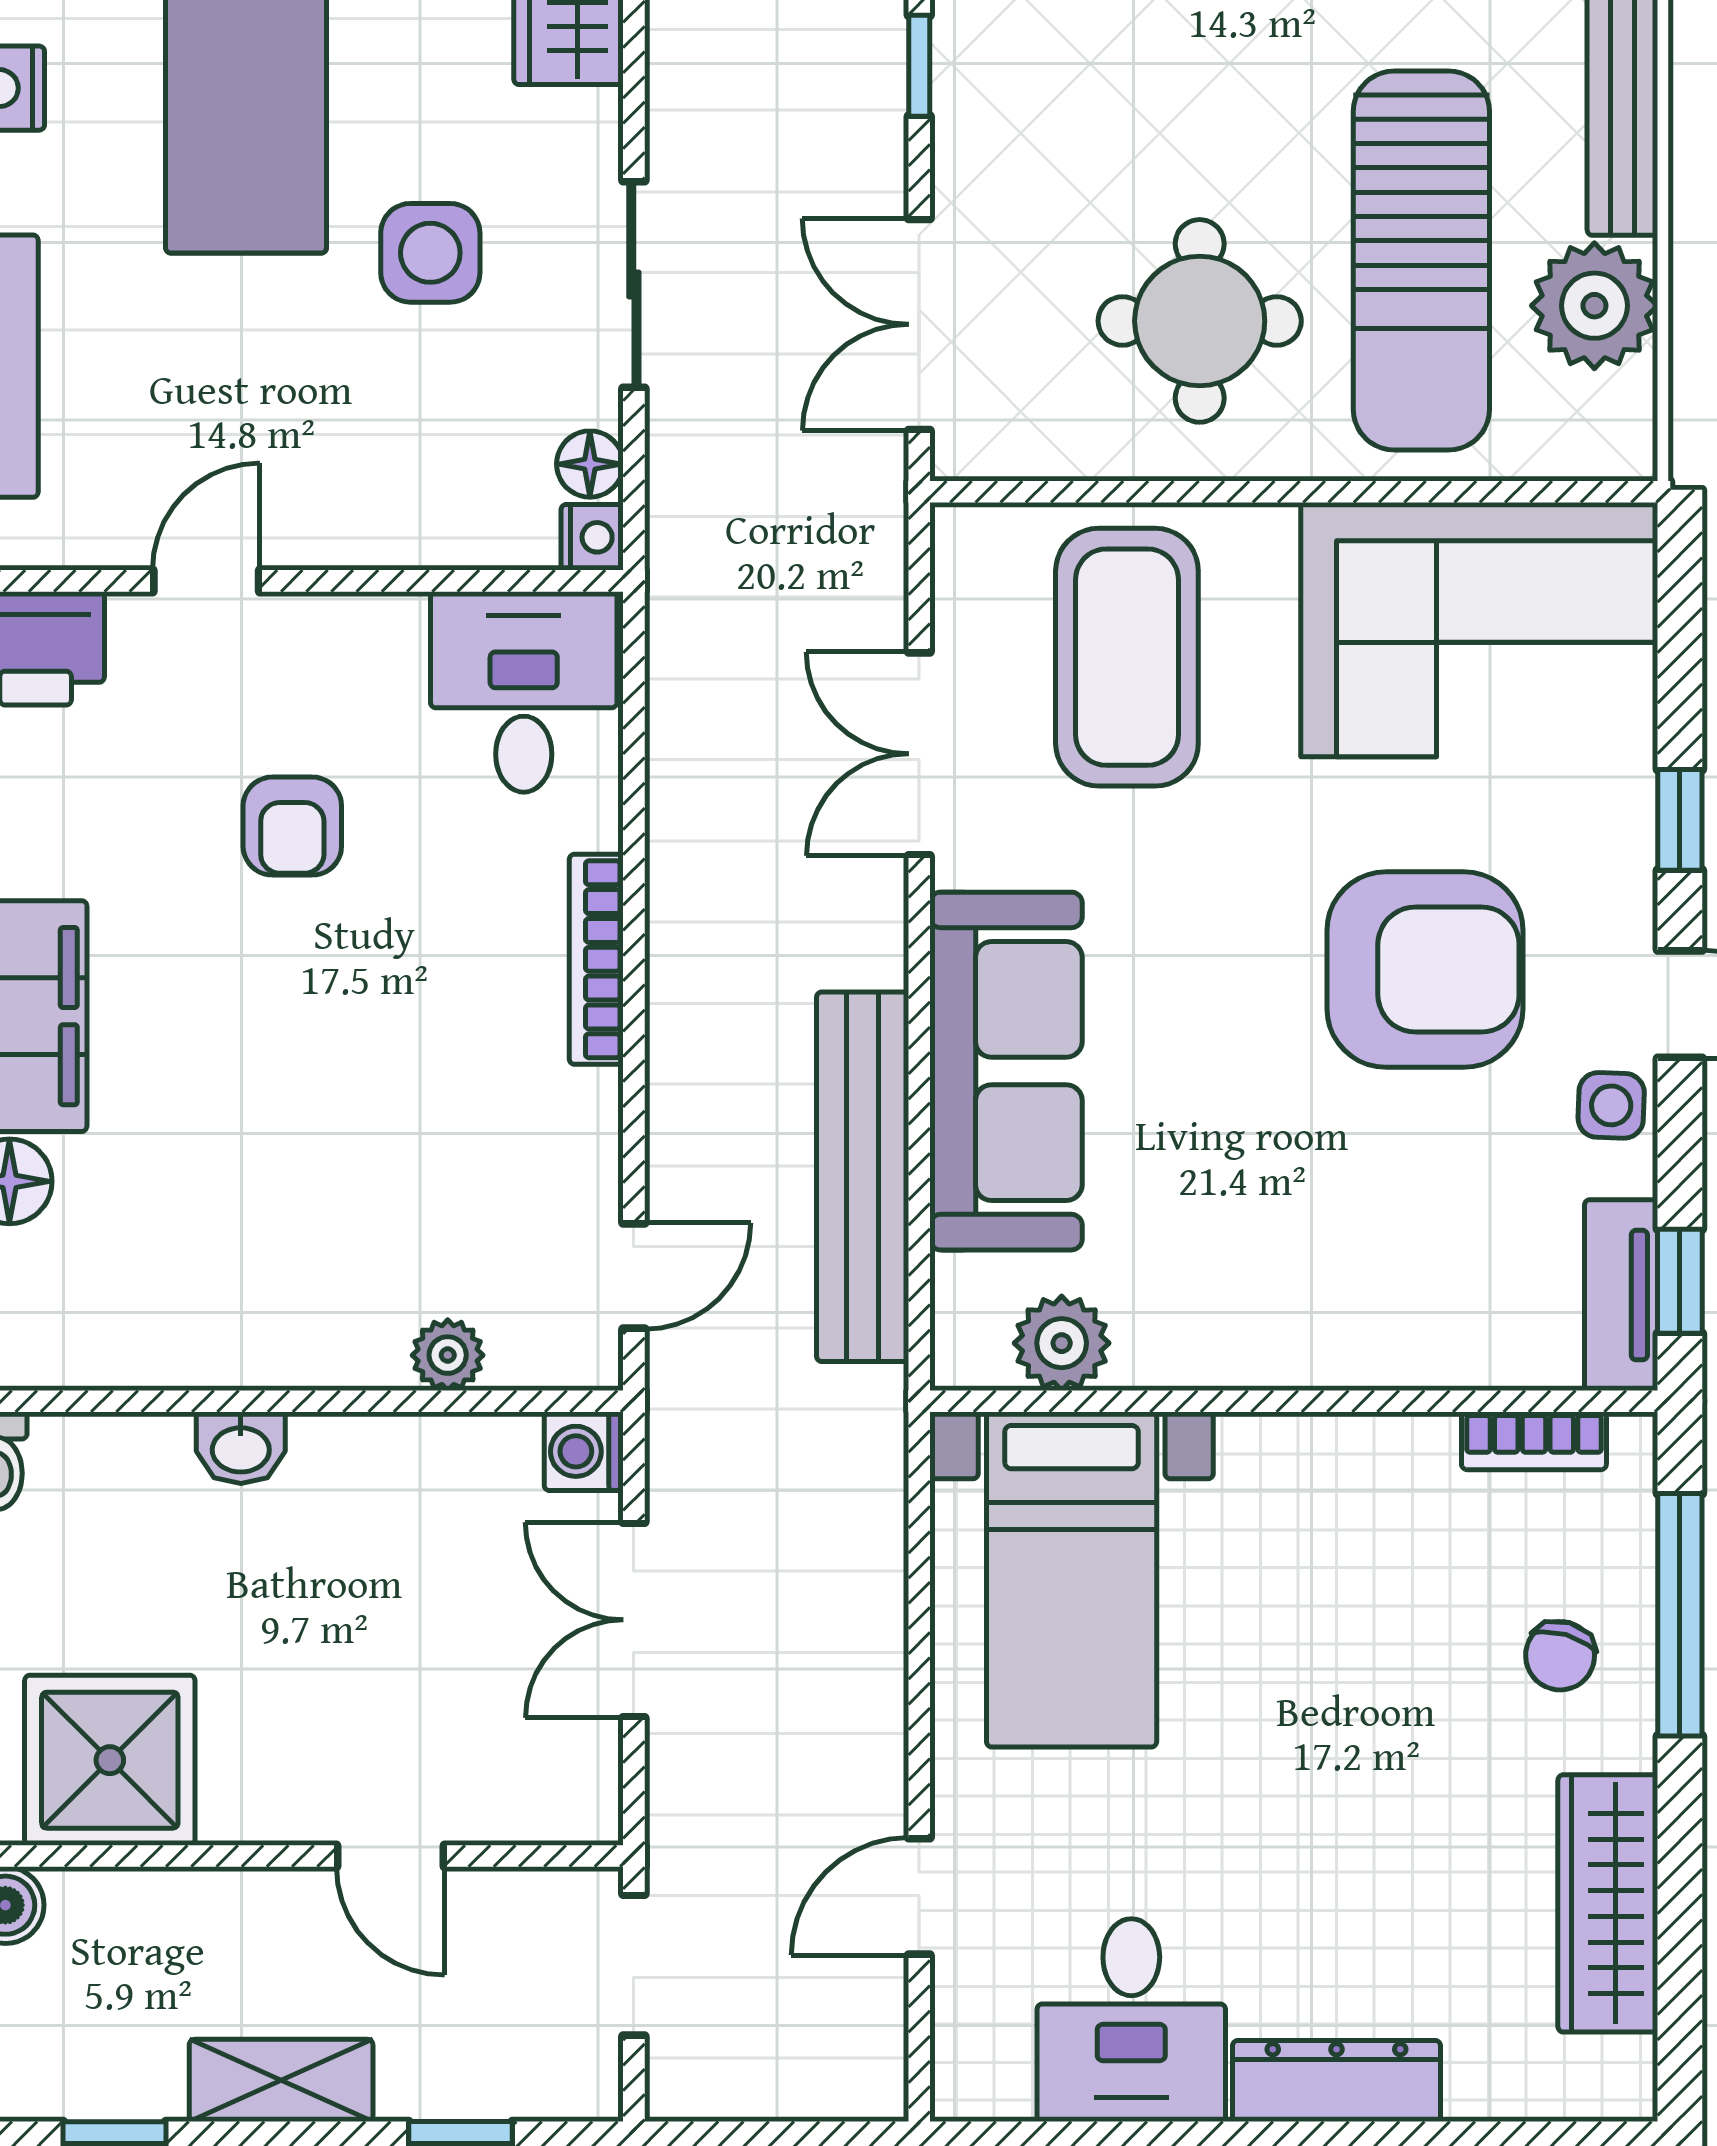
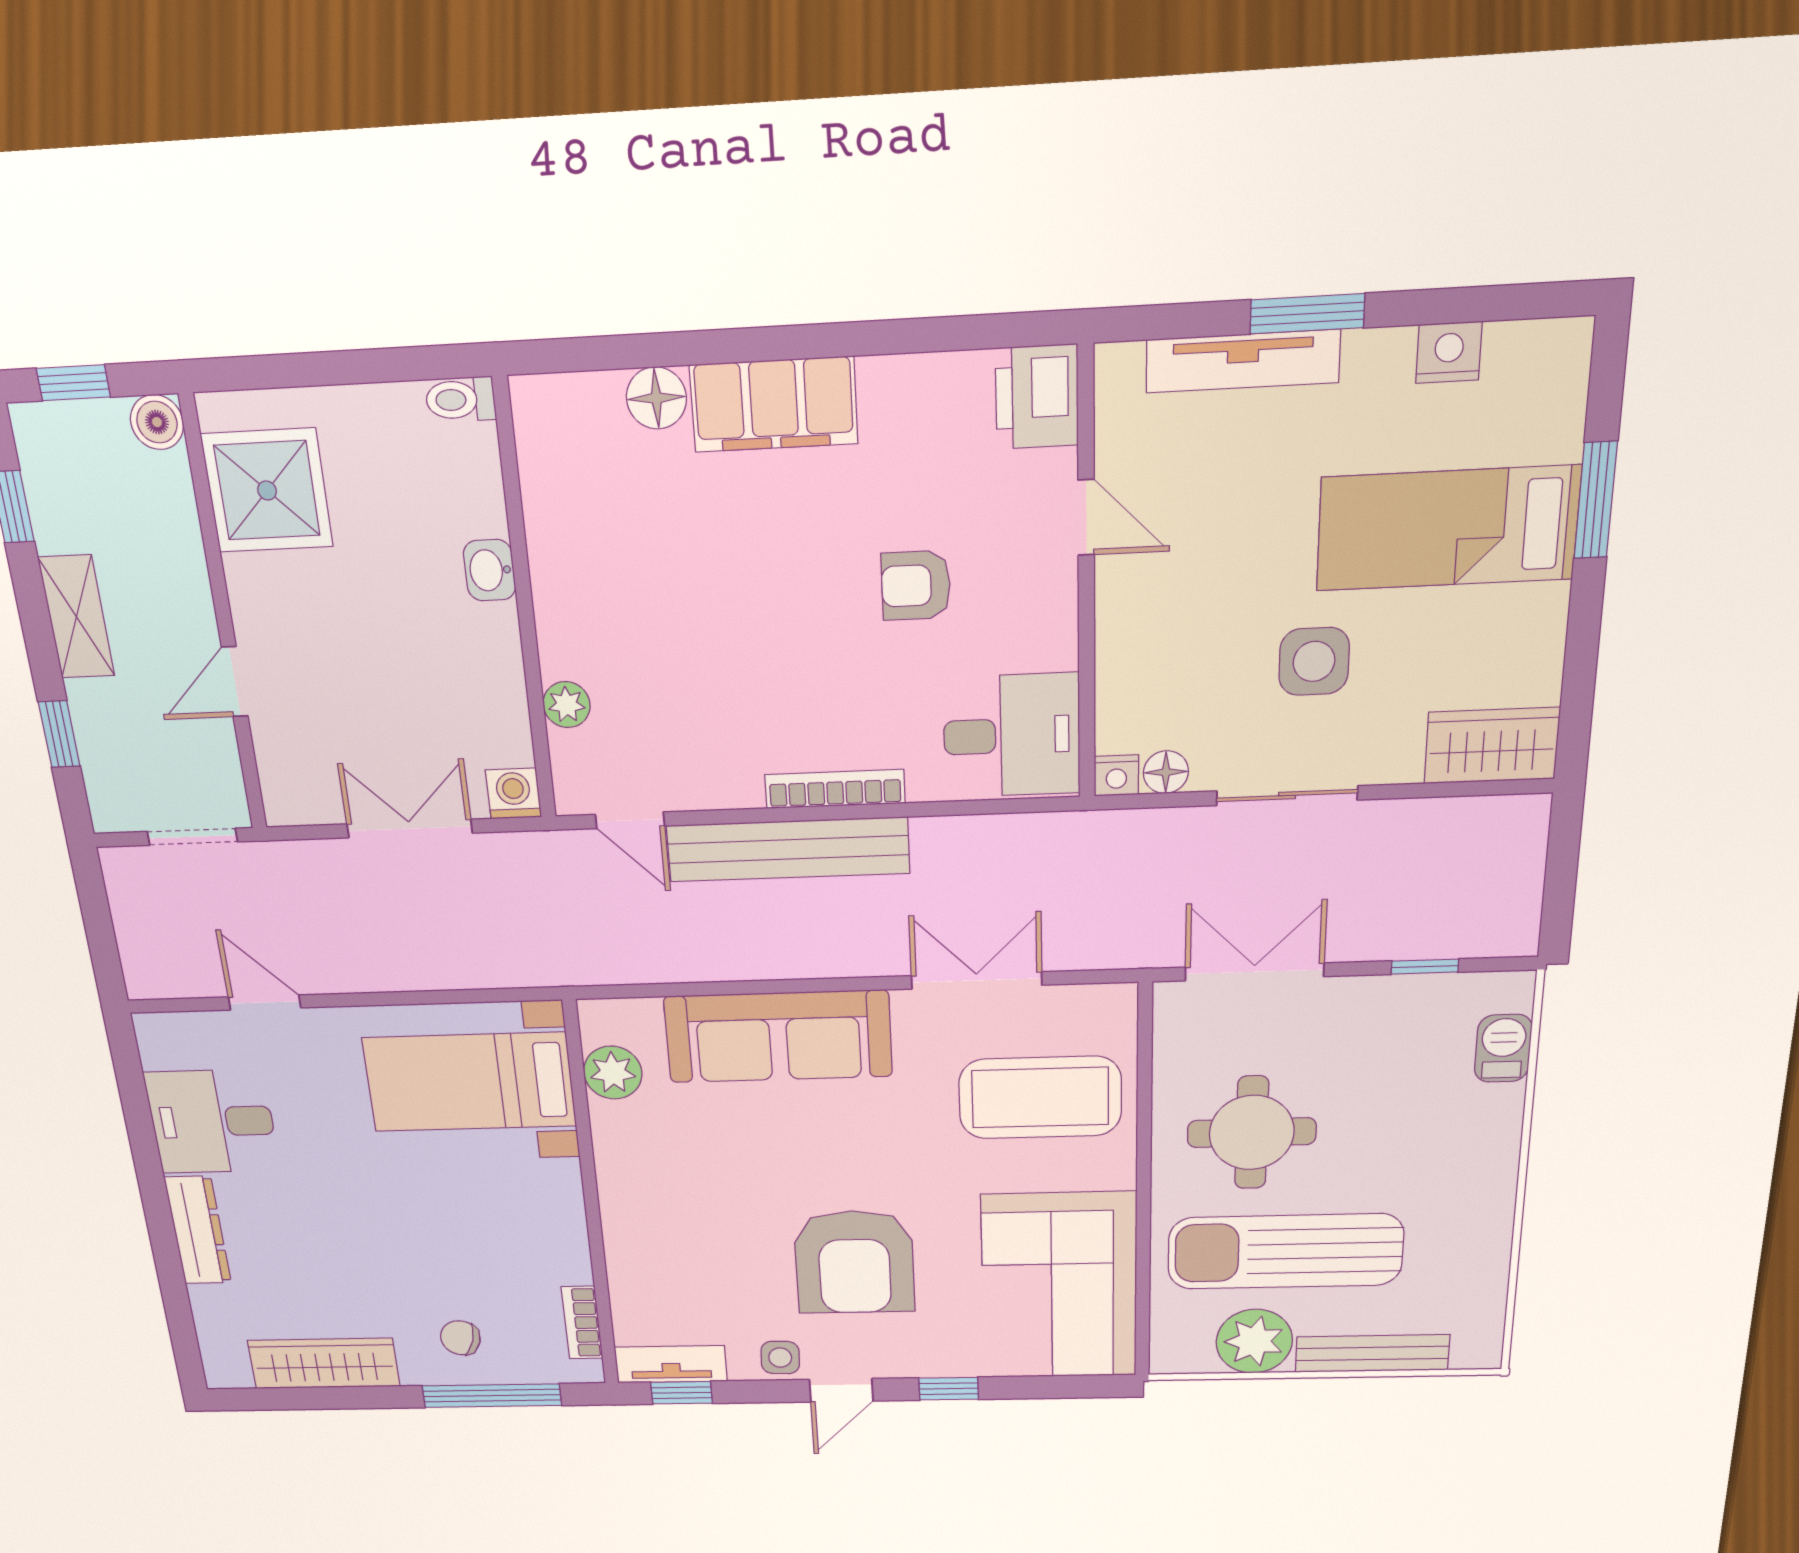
bench: (863, 1177) -> (788, 849), moved

